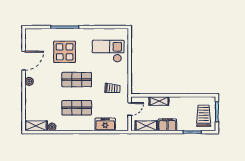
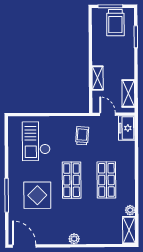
door: (24, 61) -> (24, 246), moved
trolley: (204, 116) -> (115, 23), turned -90
freezer: (105, 124) -> (127, 128), moved
filing cabinet: (167, 125) -> (127, 67), removed

